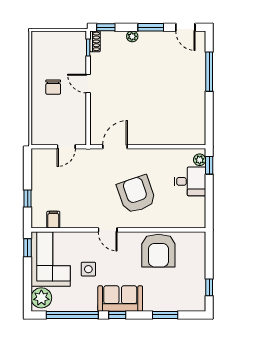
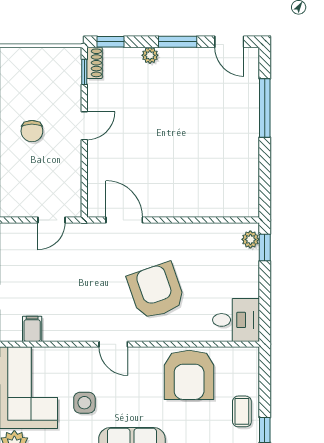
door: (88, 84) -> (84, 126), swing flipped
door: (115, 147) -> (124, 220), hinge flipped
desk: (190, 181) -> (236, 320), moved
coffee table: (194, 275) -> (242, 411), added

